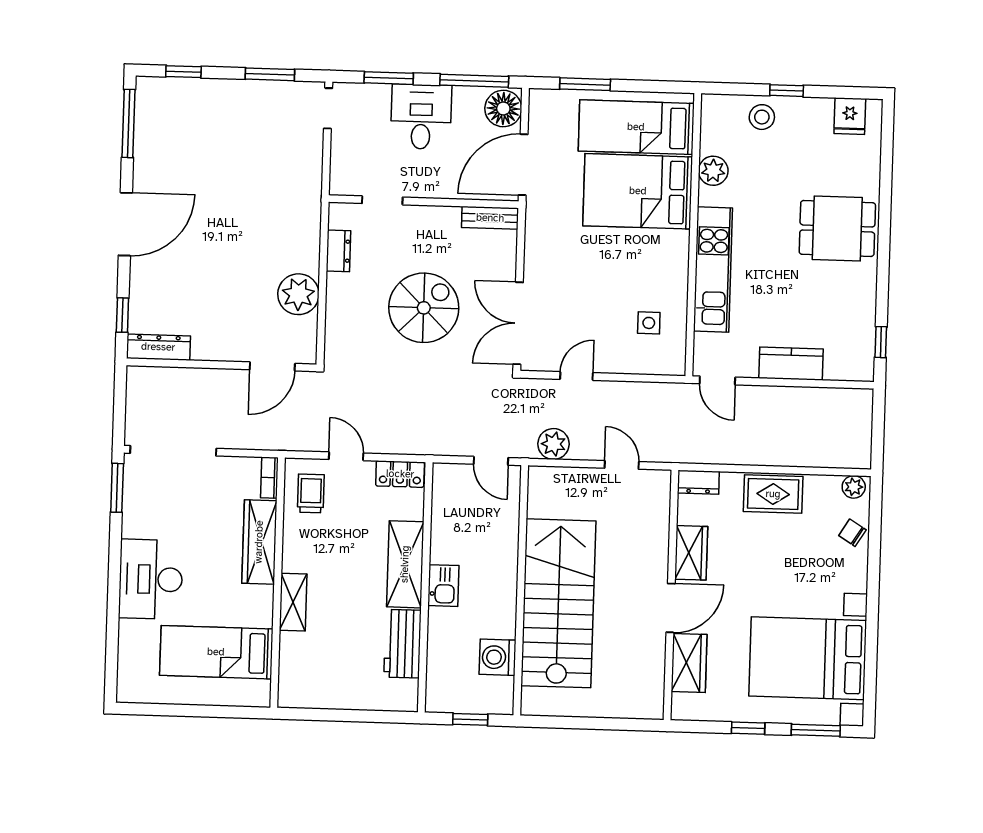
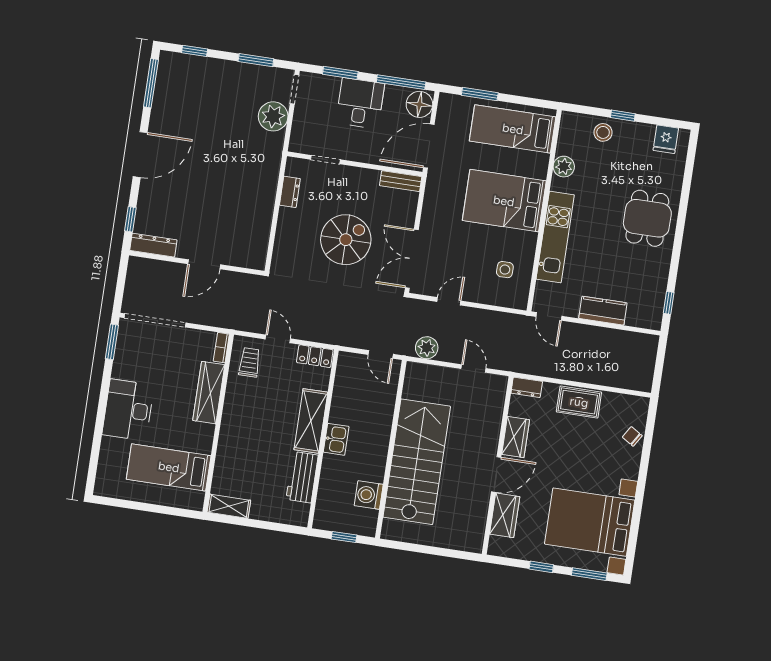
bed: (638, 191) -> (504, 201), moved
dining table: (837, 228) -> (647, 218), turned 90
plant: (298, 294) -> (273, 116), moved
door: (272, 366) -> (204, 264), moved
plant: (854, 487) -> (637, 404), removed
shelving: (293, 602) -> (229, 506), moved, turned 90

